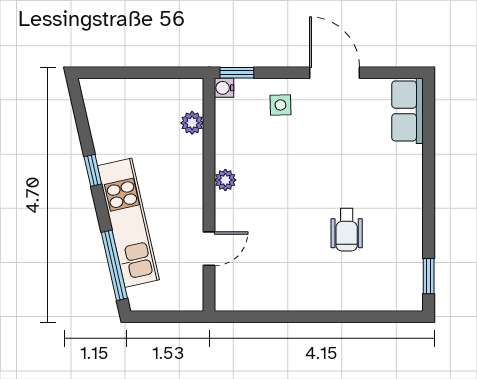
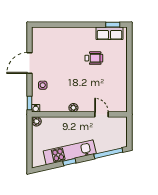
row of seats: (408, 111) -> (110, 33), moved
plant: (192, 123) -> (36, 121), moved
kitchen unit: (128, 223) -> (70, 152), moved

